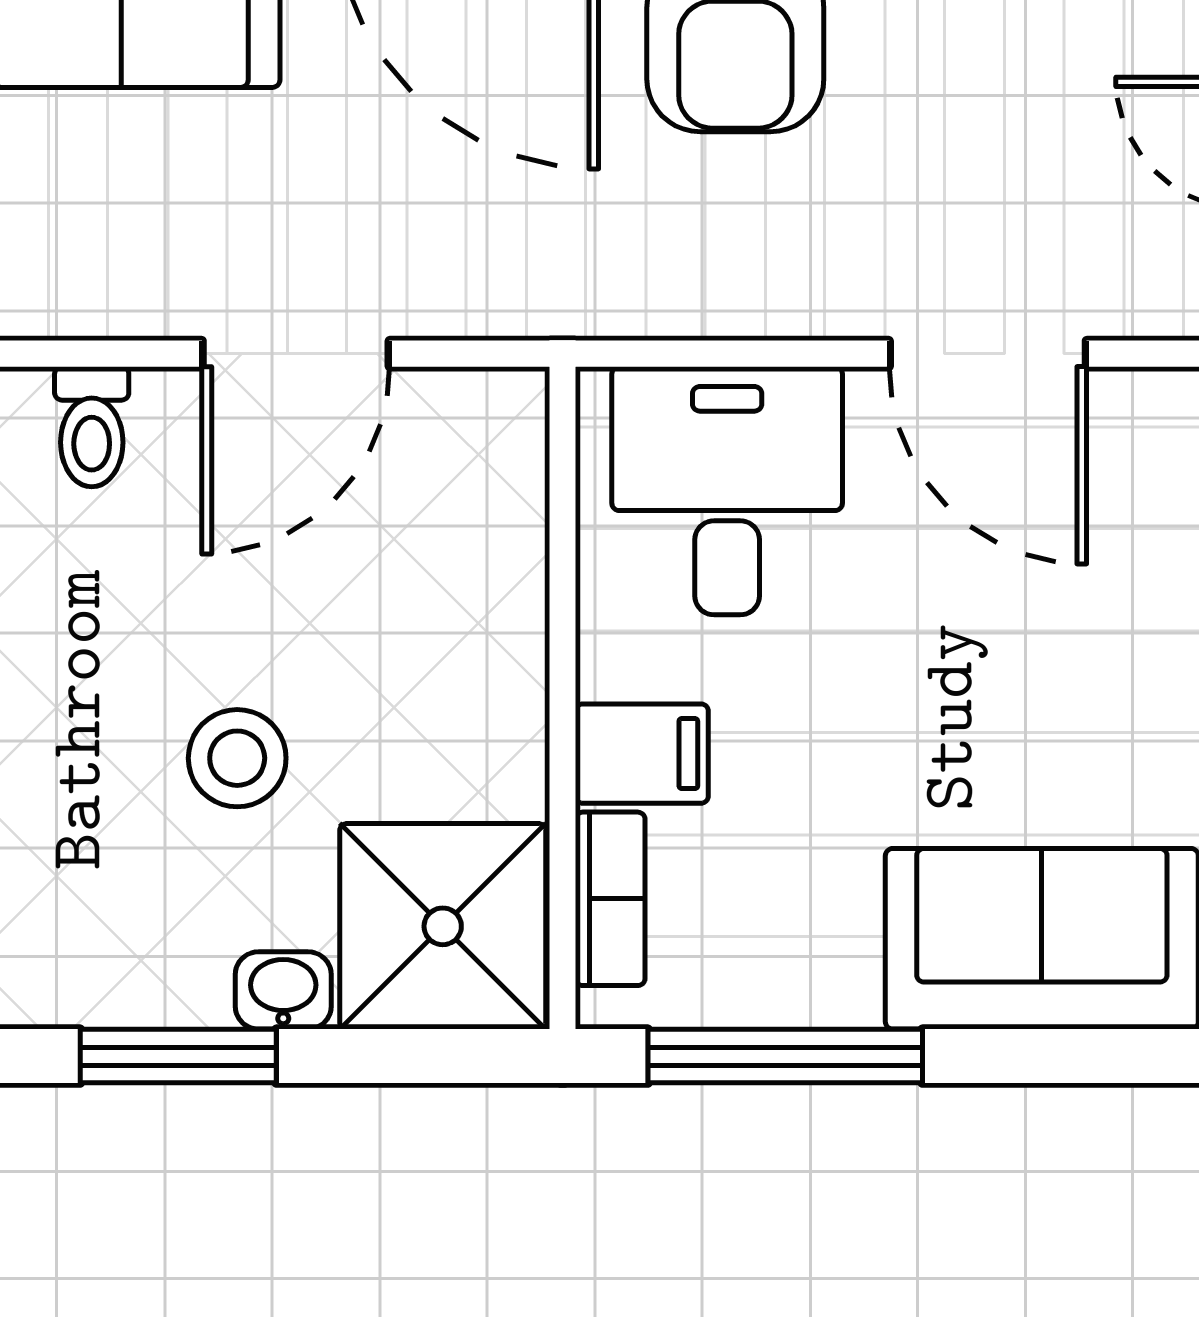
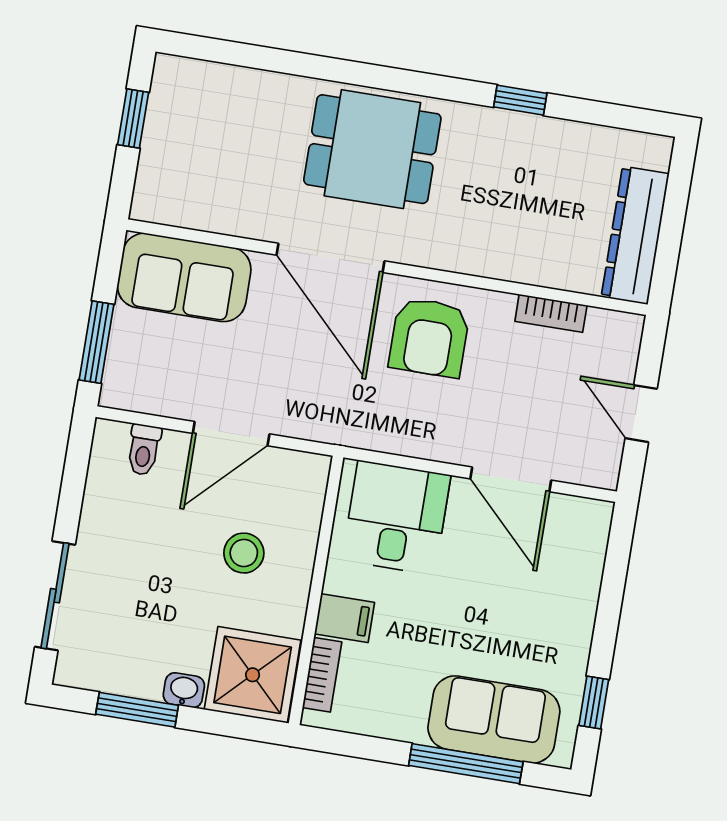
stool: (237, 758) -> (244, 553), moved
window: (785, 1056) -> (466, 764), moved

